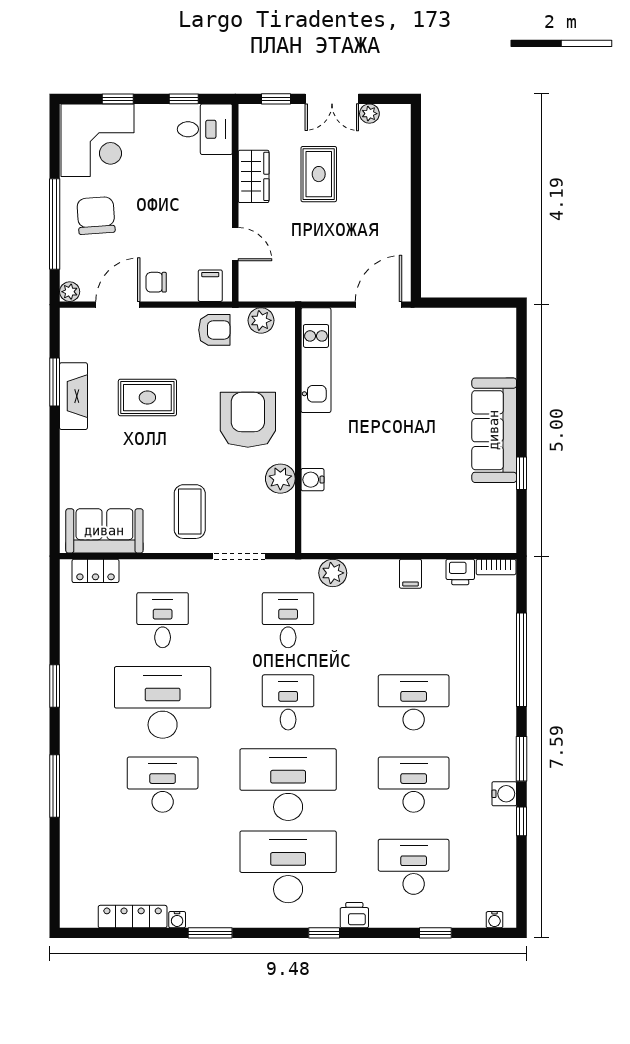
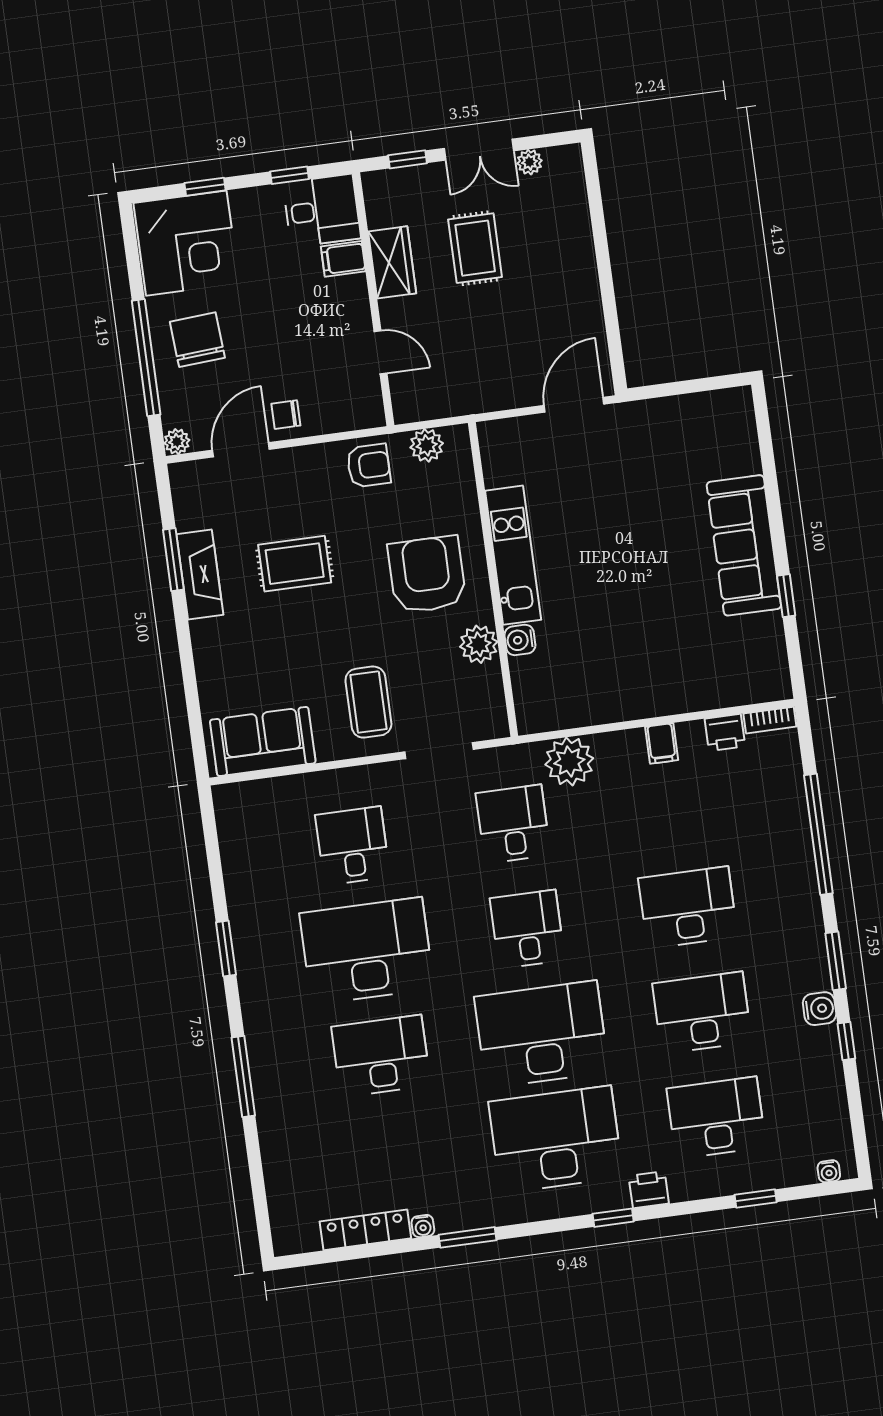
filing cabinet: (210, 286) -> (343, 259), moved, turned -90
kitchen unit: (316, 360) -> (513, 555), moved
locker: (95, 571) -> (258, 794), removed
plant: (333, 573) -> (569, 761), width x1.36, depth x1.36

